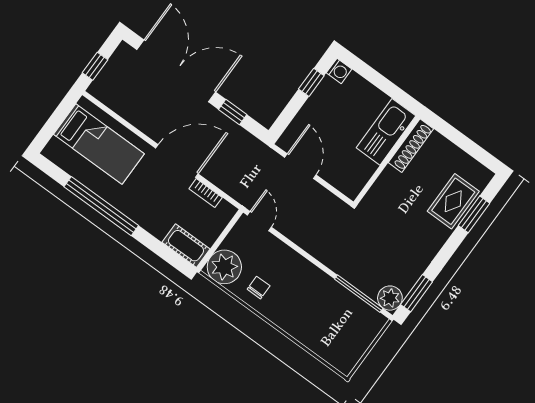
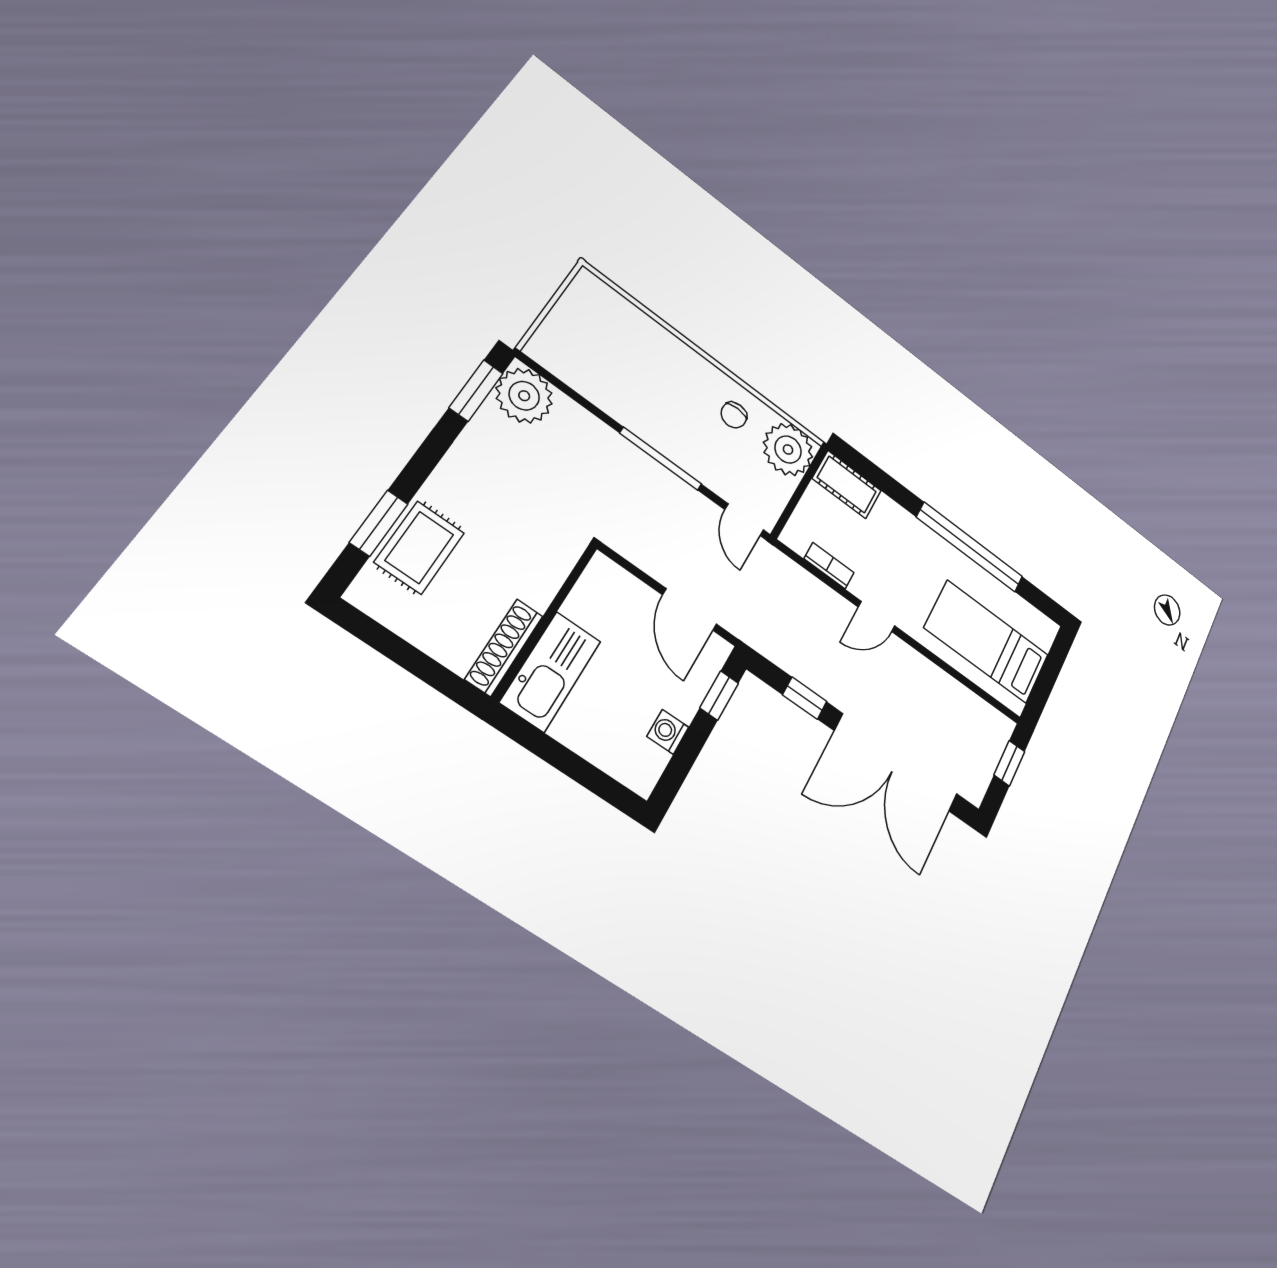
washing machine: (339, 71) -> (668, 732), moved
window: (311, 82) -> (719, 696), moved
door: (177, 161) -> (876, 616), width x0.53
window: (359, 294) -> (661, 459), moved
plant: (390, 298) -> (524, 396), width x1.36, depth x1.36

